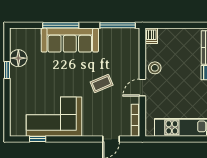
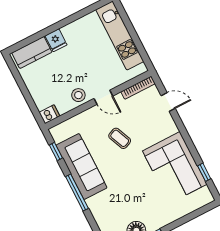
window: (61, 25) -> (77, 192), moved
window: (118, 25) -> (56, 152), width x0.46
sofa: (70, 40) -> (82, 166), moved

